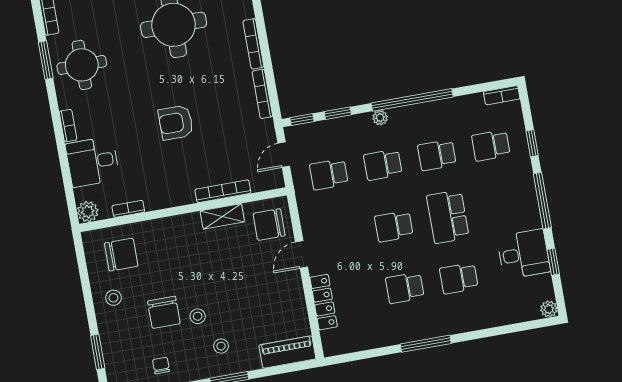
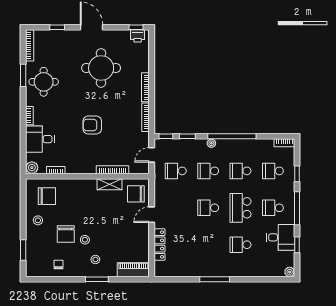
school desk: (405, 288) -> (273, 208), moved

